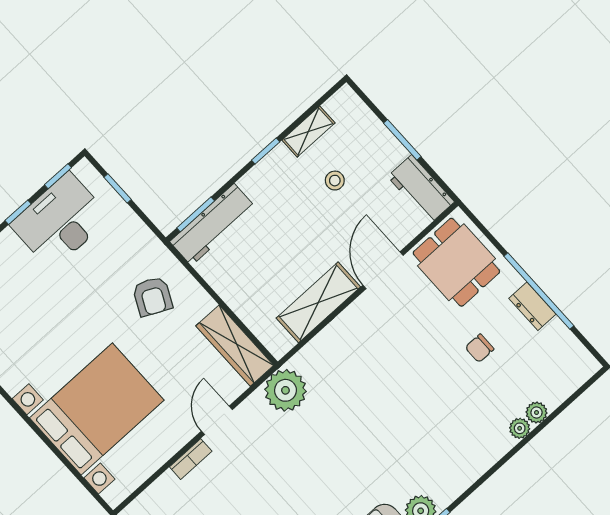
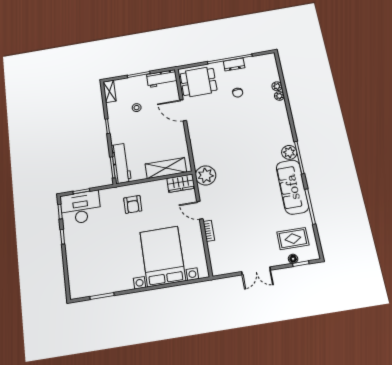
shelving: (308, 132) -> (110, 91), moved
desk: (60, 221) -> (81, 208), moved, turned 90
armchair: (152, 296) -> (133, 204), turned 64
shelving: (318, 302) -> (166, 168), moved, turned 90
wardrobe: (235, 346) -> (181, 183), width x0.67

